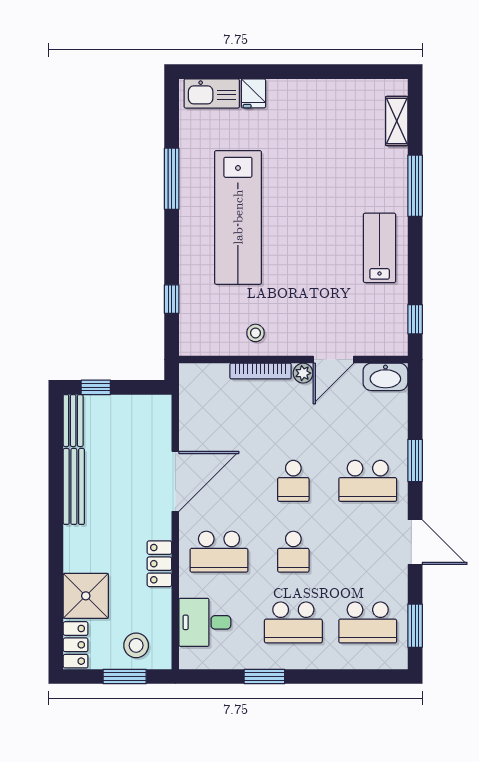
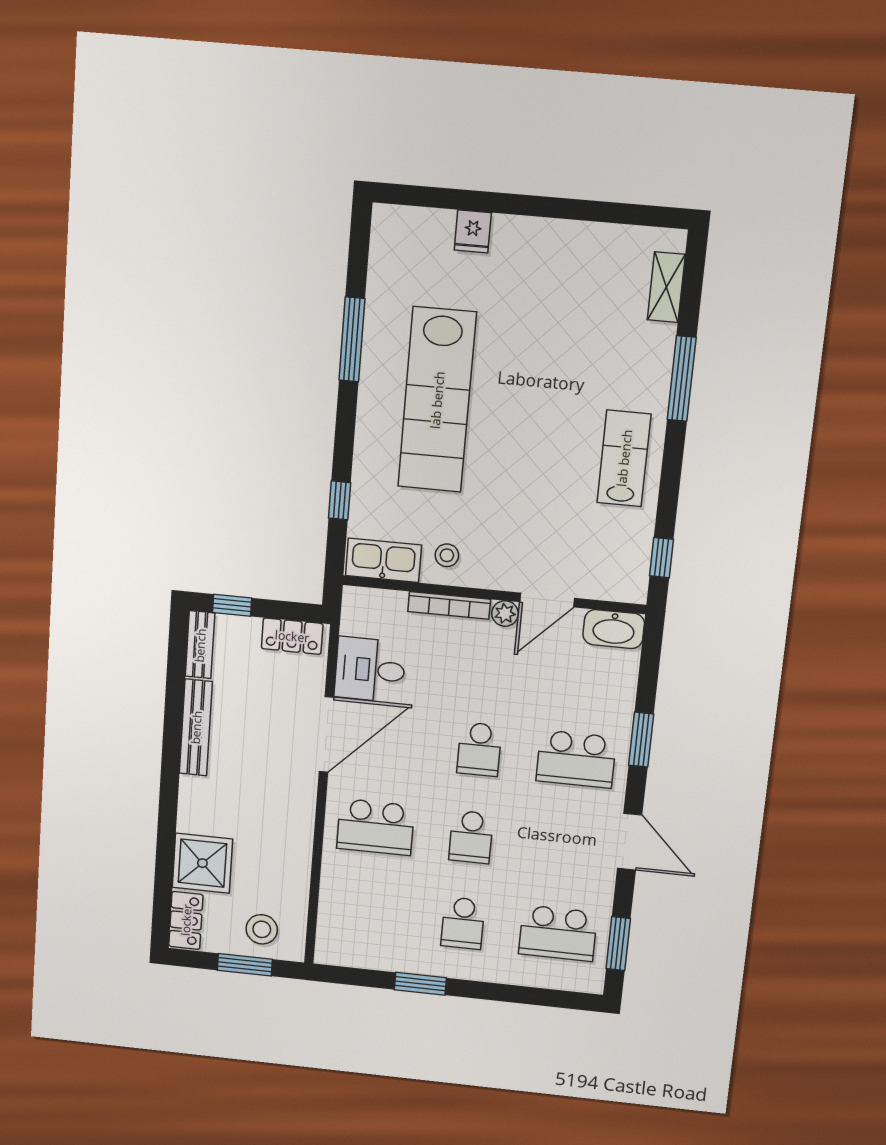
kitchen sink: (212, 93) -> (383, 560), moved, turned 180
locker: (159, 564) -> (292, 636), moved, turned -90
desk: (205, 622) -> (370, 670), moved
school desk: (293, 622) -> (463, 923), width x0.54

